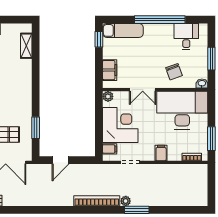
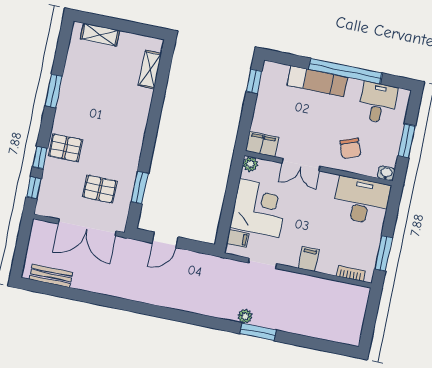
exam couch: (123, 30) -> (317, 81), moved
filing cabinet: (110, 70) -> (262, 144), moved, turned -90
desk: (182, 110) -> (362, 201), width x0.73, depth x0.77
bookcase: (97, 201) -> (204, 308), removed

